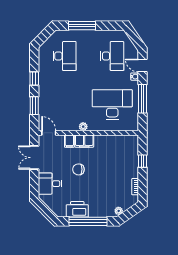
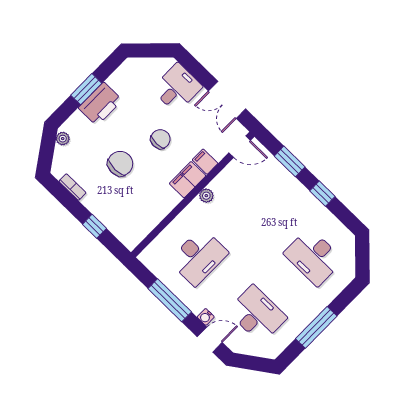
window: (82, 26) -> (316, 327), moved
desk: (112, 56) -> (257, 314), turned 180
desk: (112, 105) -> (199, 257), width x0.73, depth x0.77
double door: (34, 158) -> (227, 100), swing flipped
chair: (105, 176) -> (120, 164), added
printer: (77, 209) -> (100, 104), moved
window: (88, 221) -> (86, 89), width x0.47

